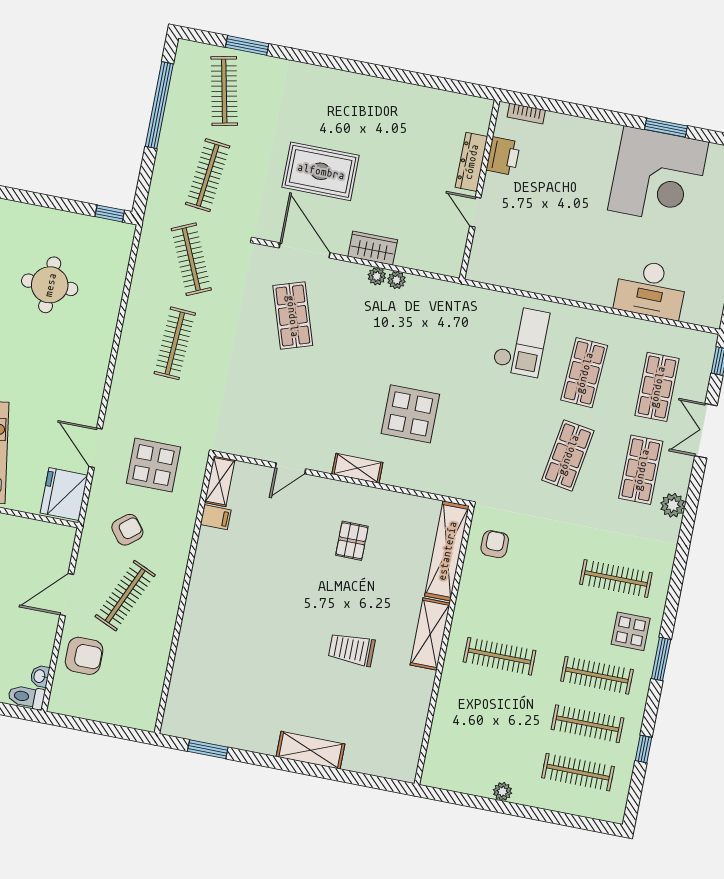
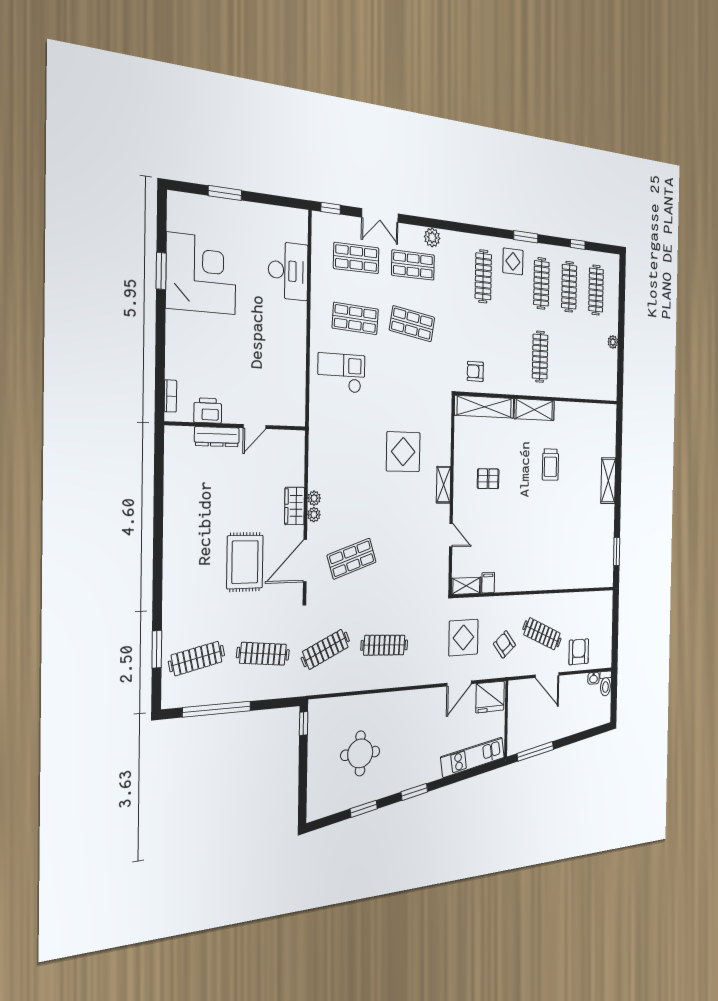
plant: (396, 280) -> (314, 515), moved

